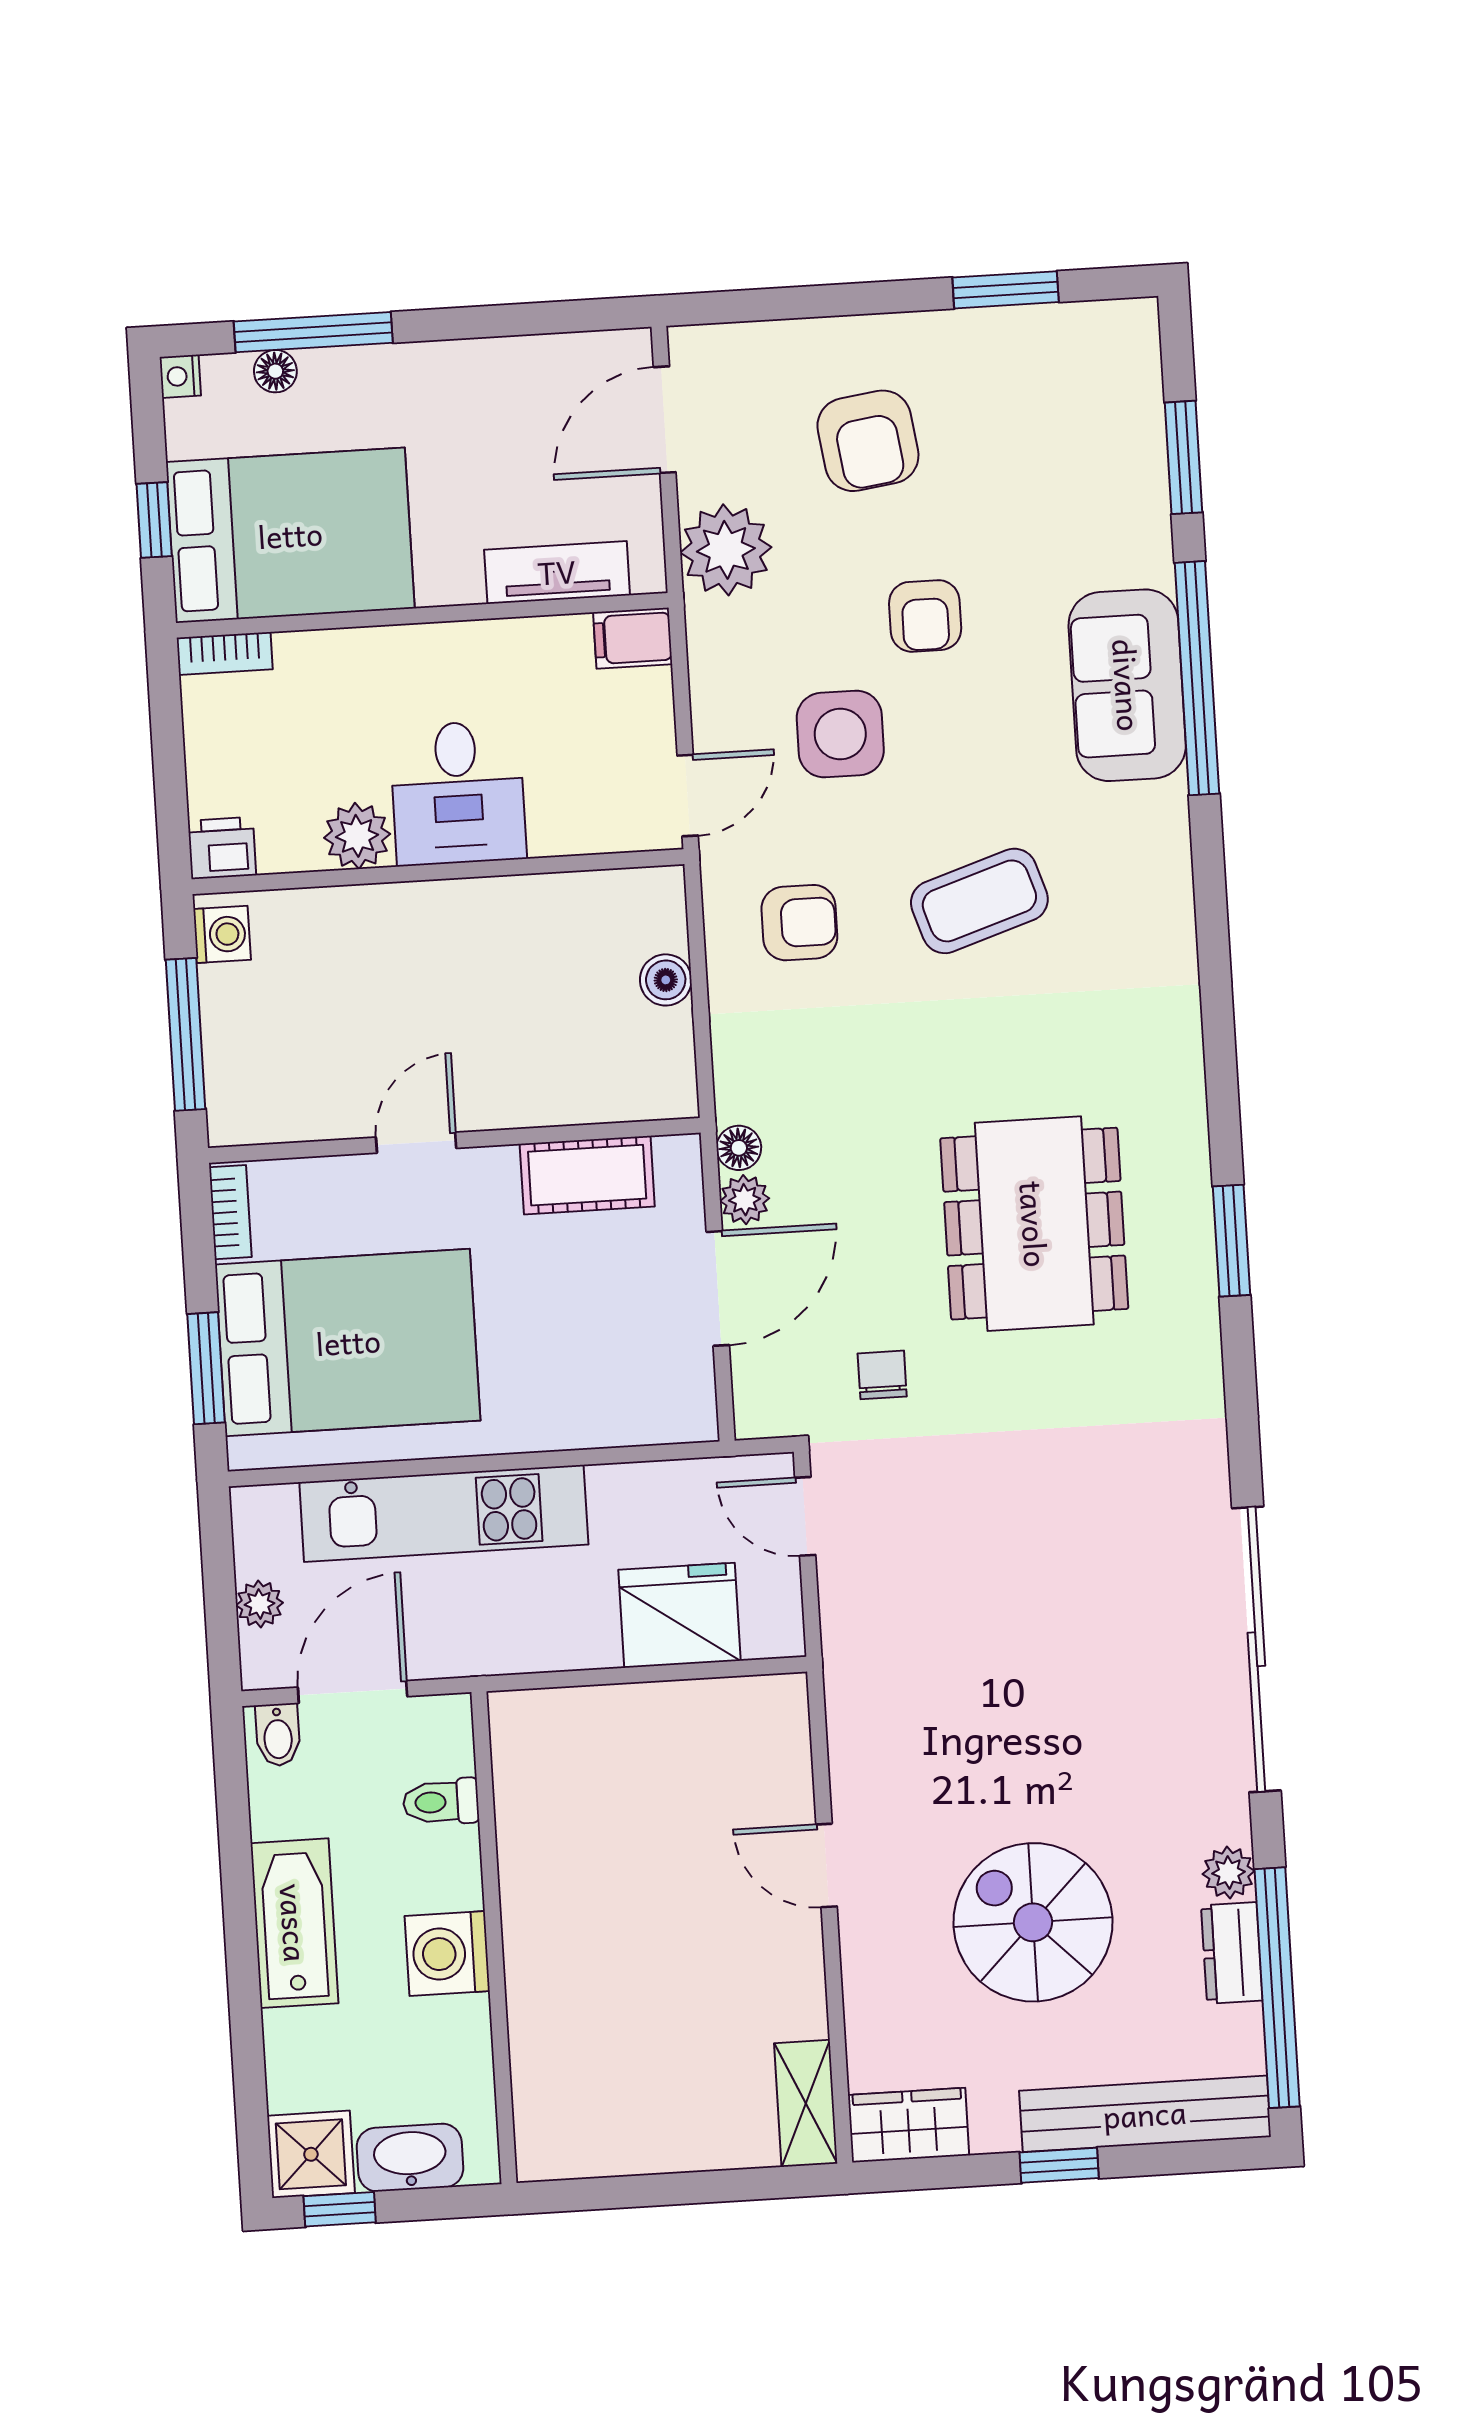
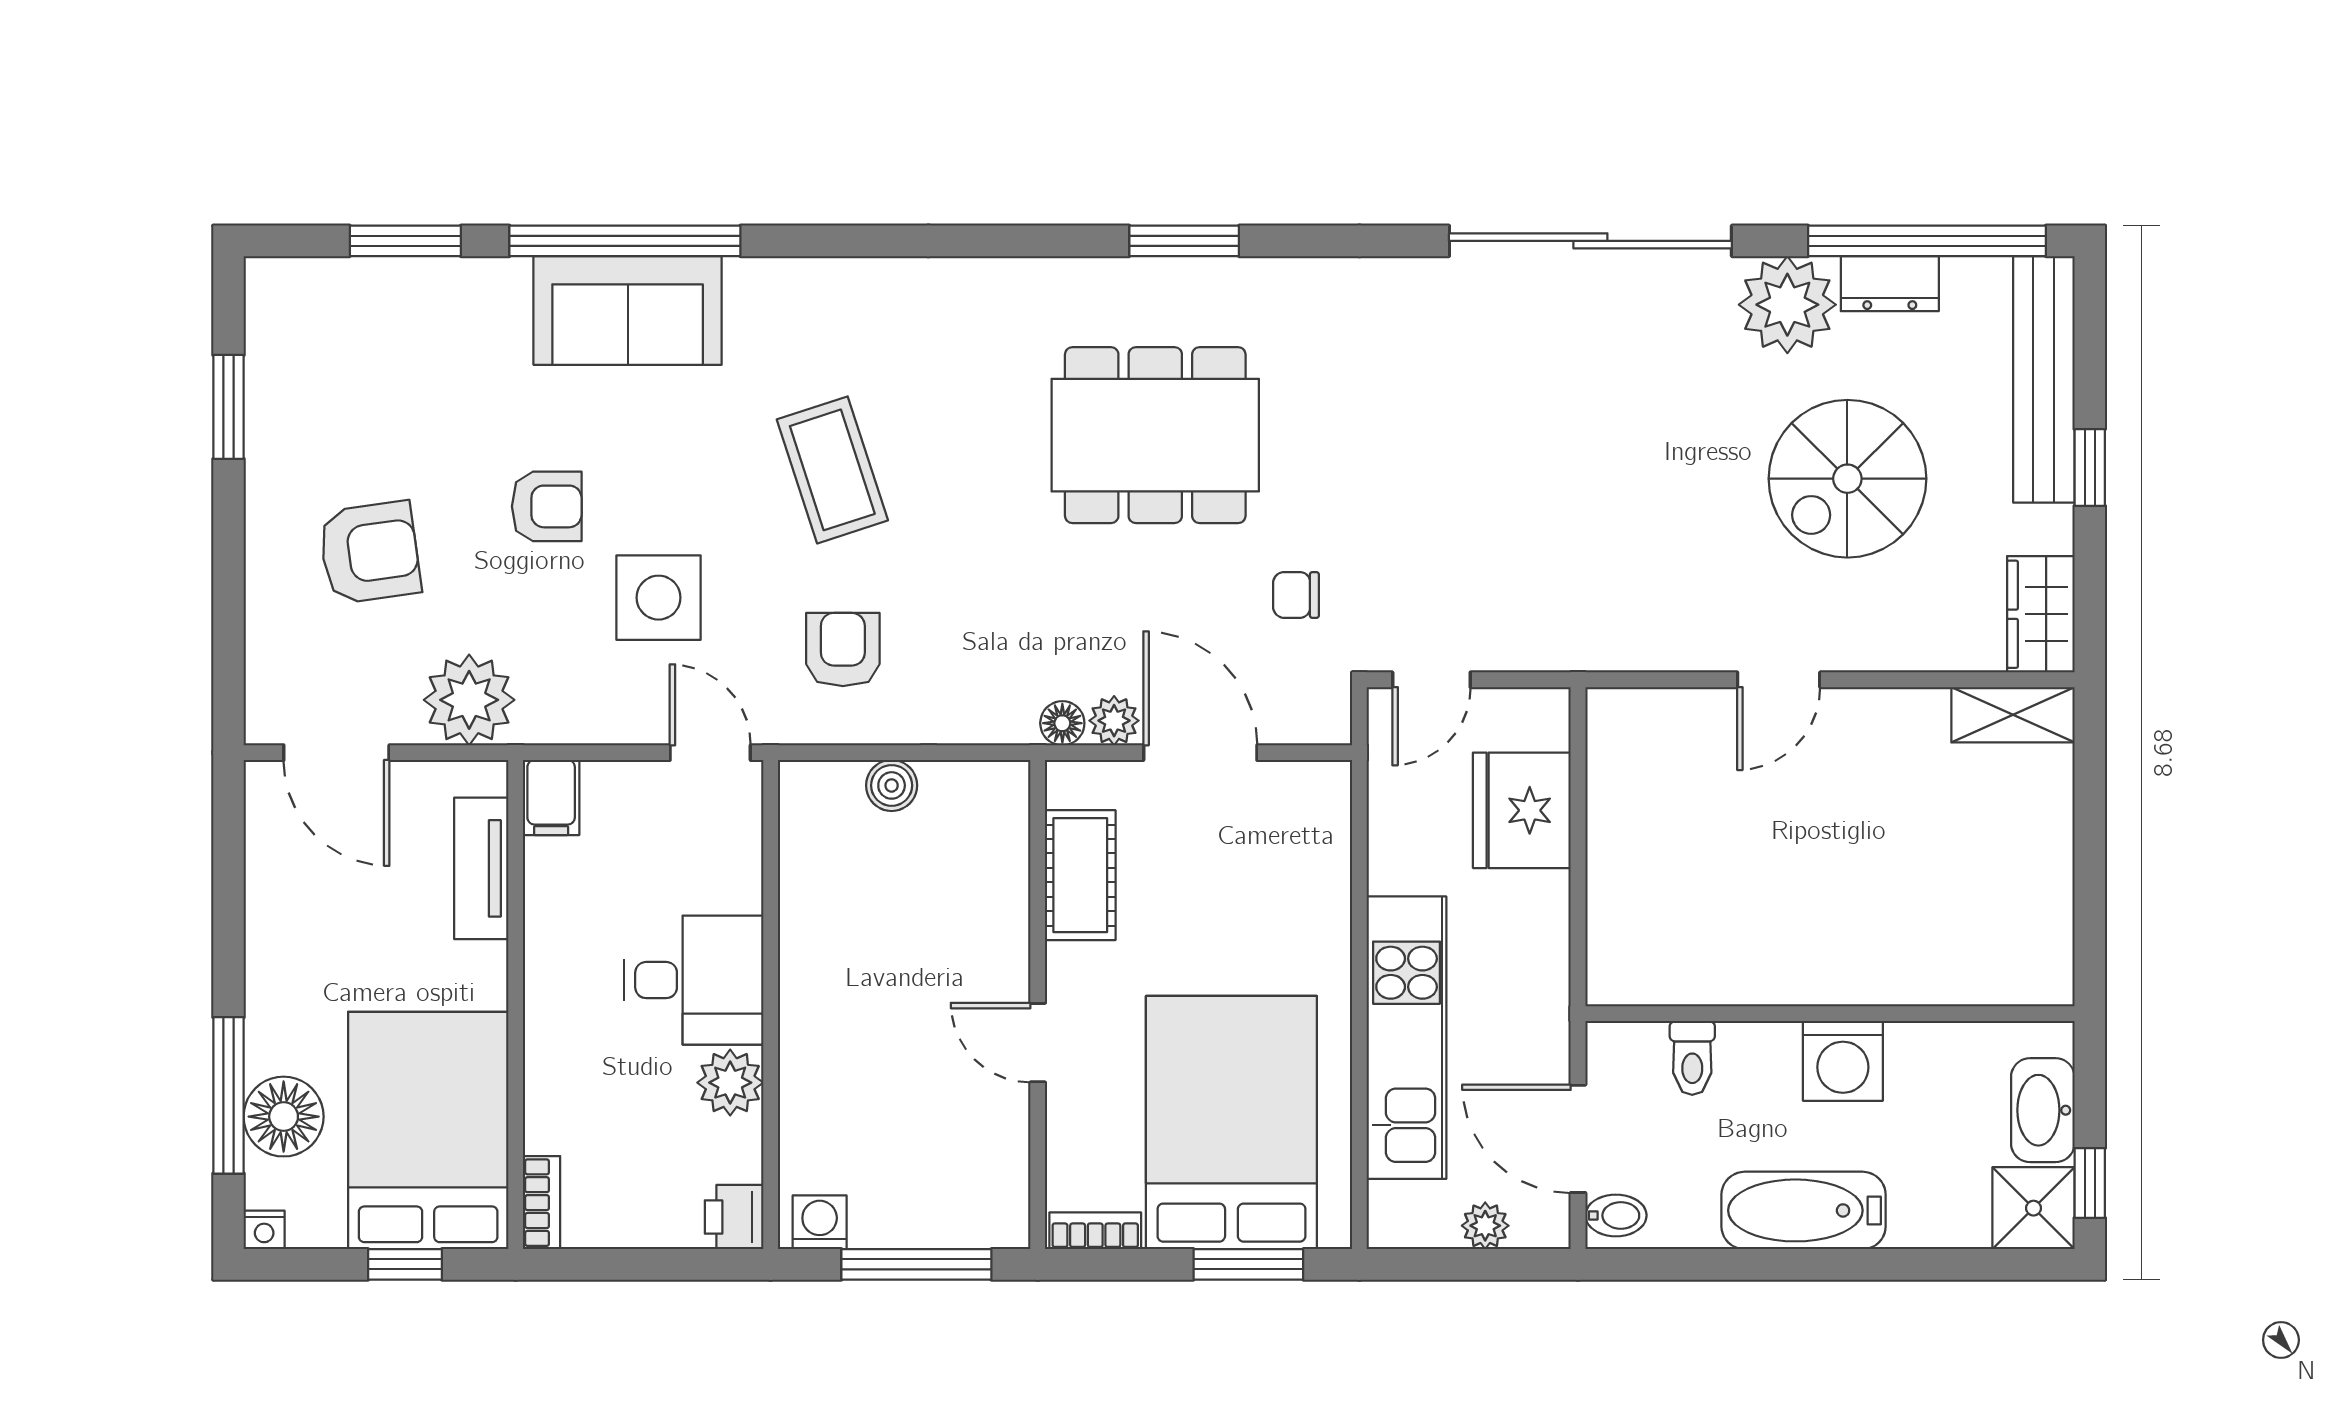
floor lamp: (275, 371) -> (284, 1117), width x1.89, depth x1.89
plant: (1229, 1873) -> (1787, 305), width x1.87, depth x1.87

